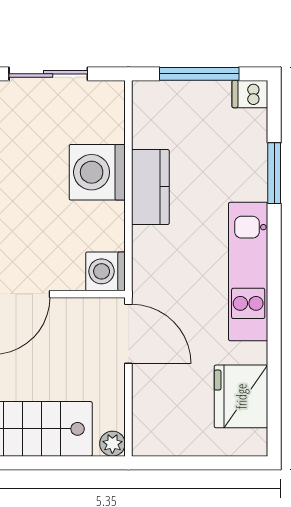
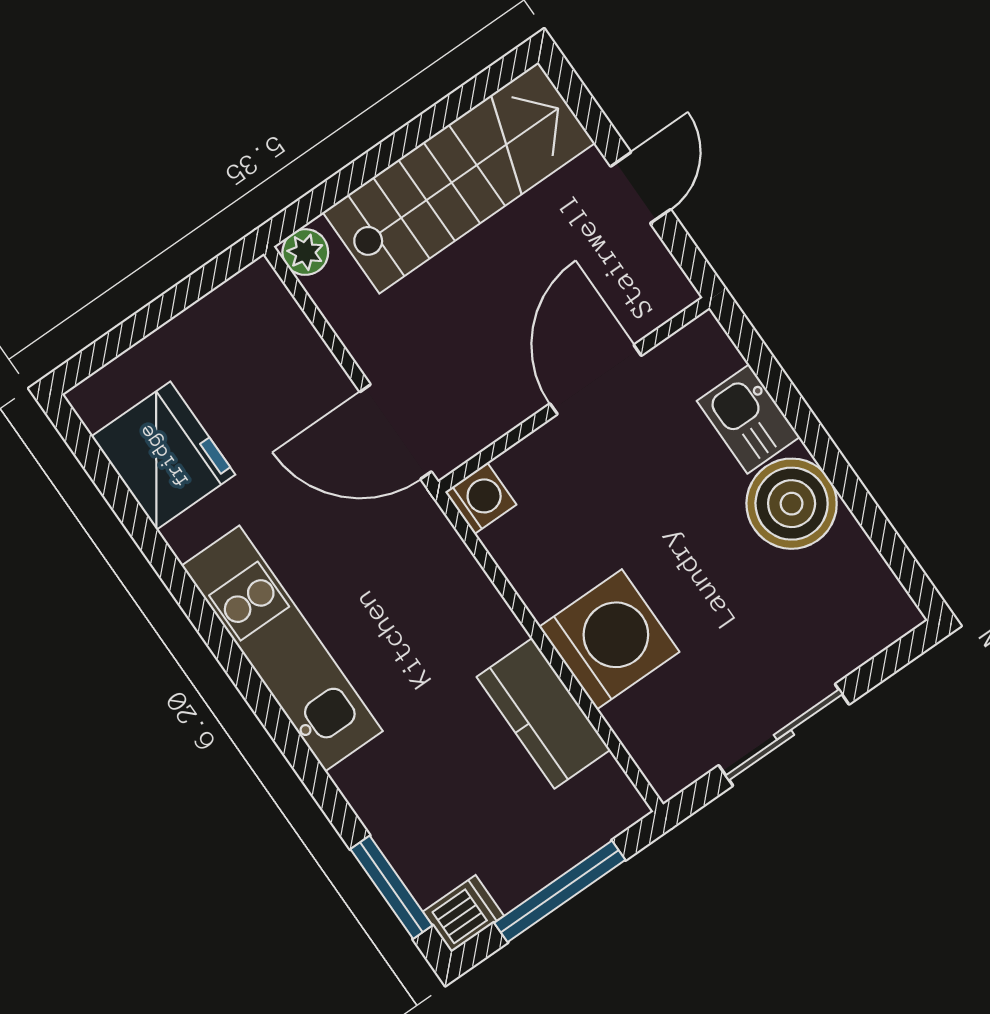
window: (274, 173) -> (391, 887), moved
kitchen counter: (150, 187) -> (543, 713), moved
washing machine: (105, 271) -> (481, 498), width x0.73, depth x0.73

